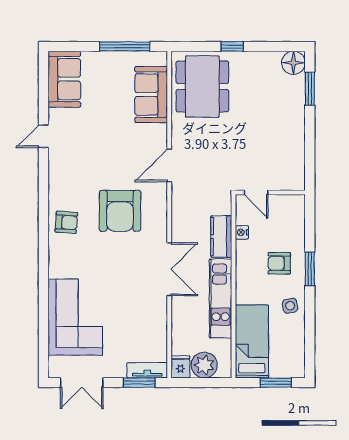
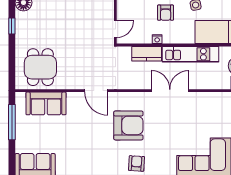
window: (232, 46) -> (12, 26), moved
dining table: (202, 87) -> (40, 67), width x0.73
nightstand: (242, 232) -> (157, 39), moved

